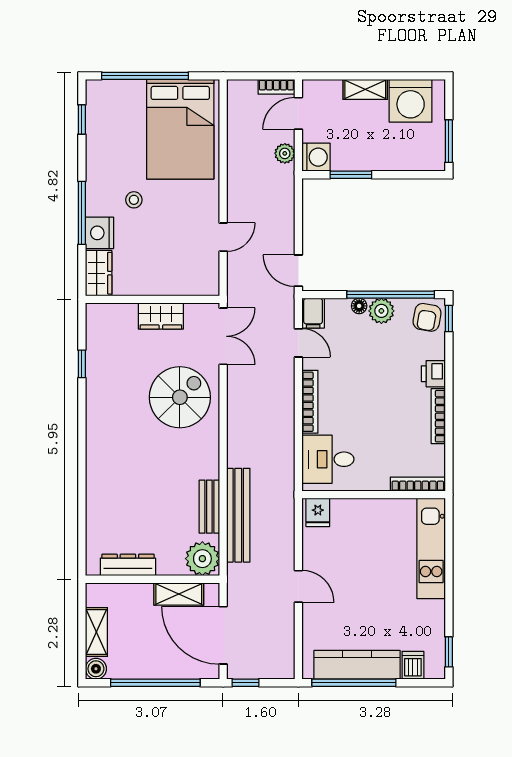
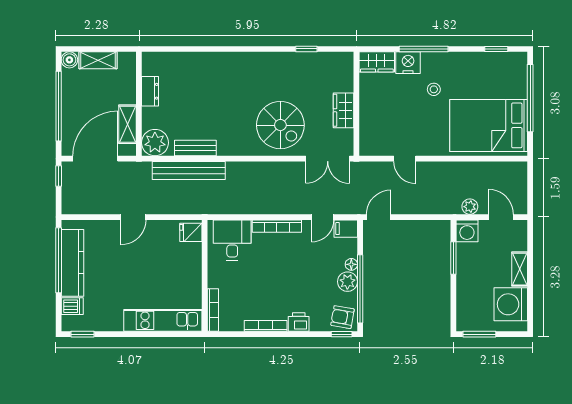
bookcase: (276, 87) -> (522, 200), removed
dresser: (128, 565) -> (150, 91), width x0.70

